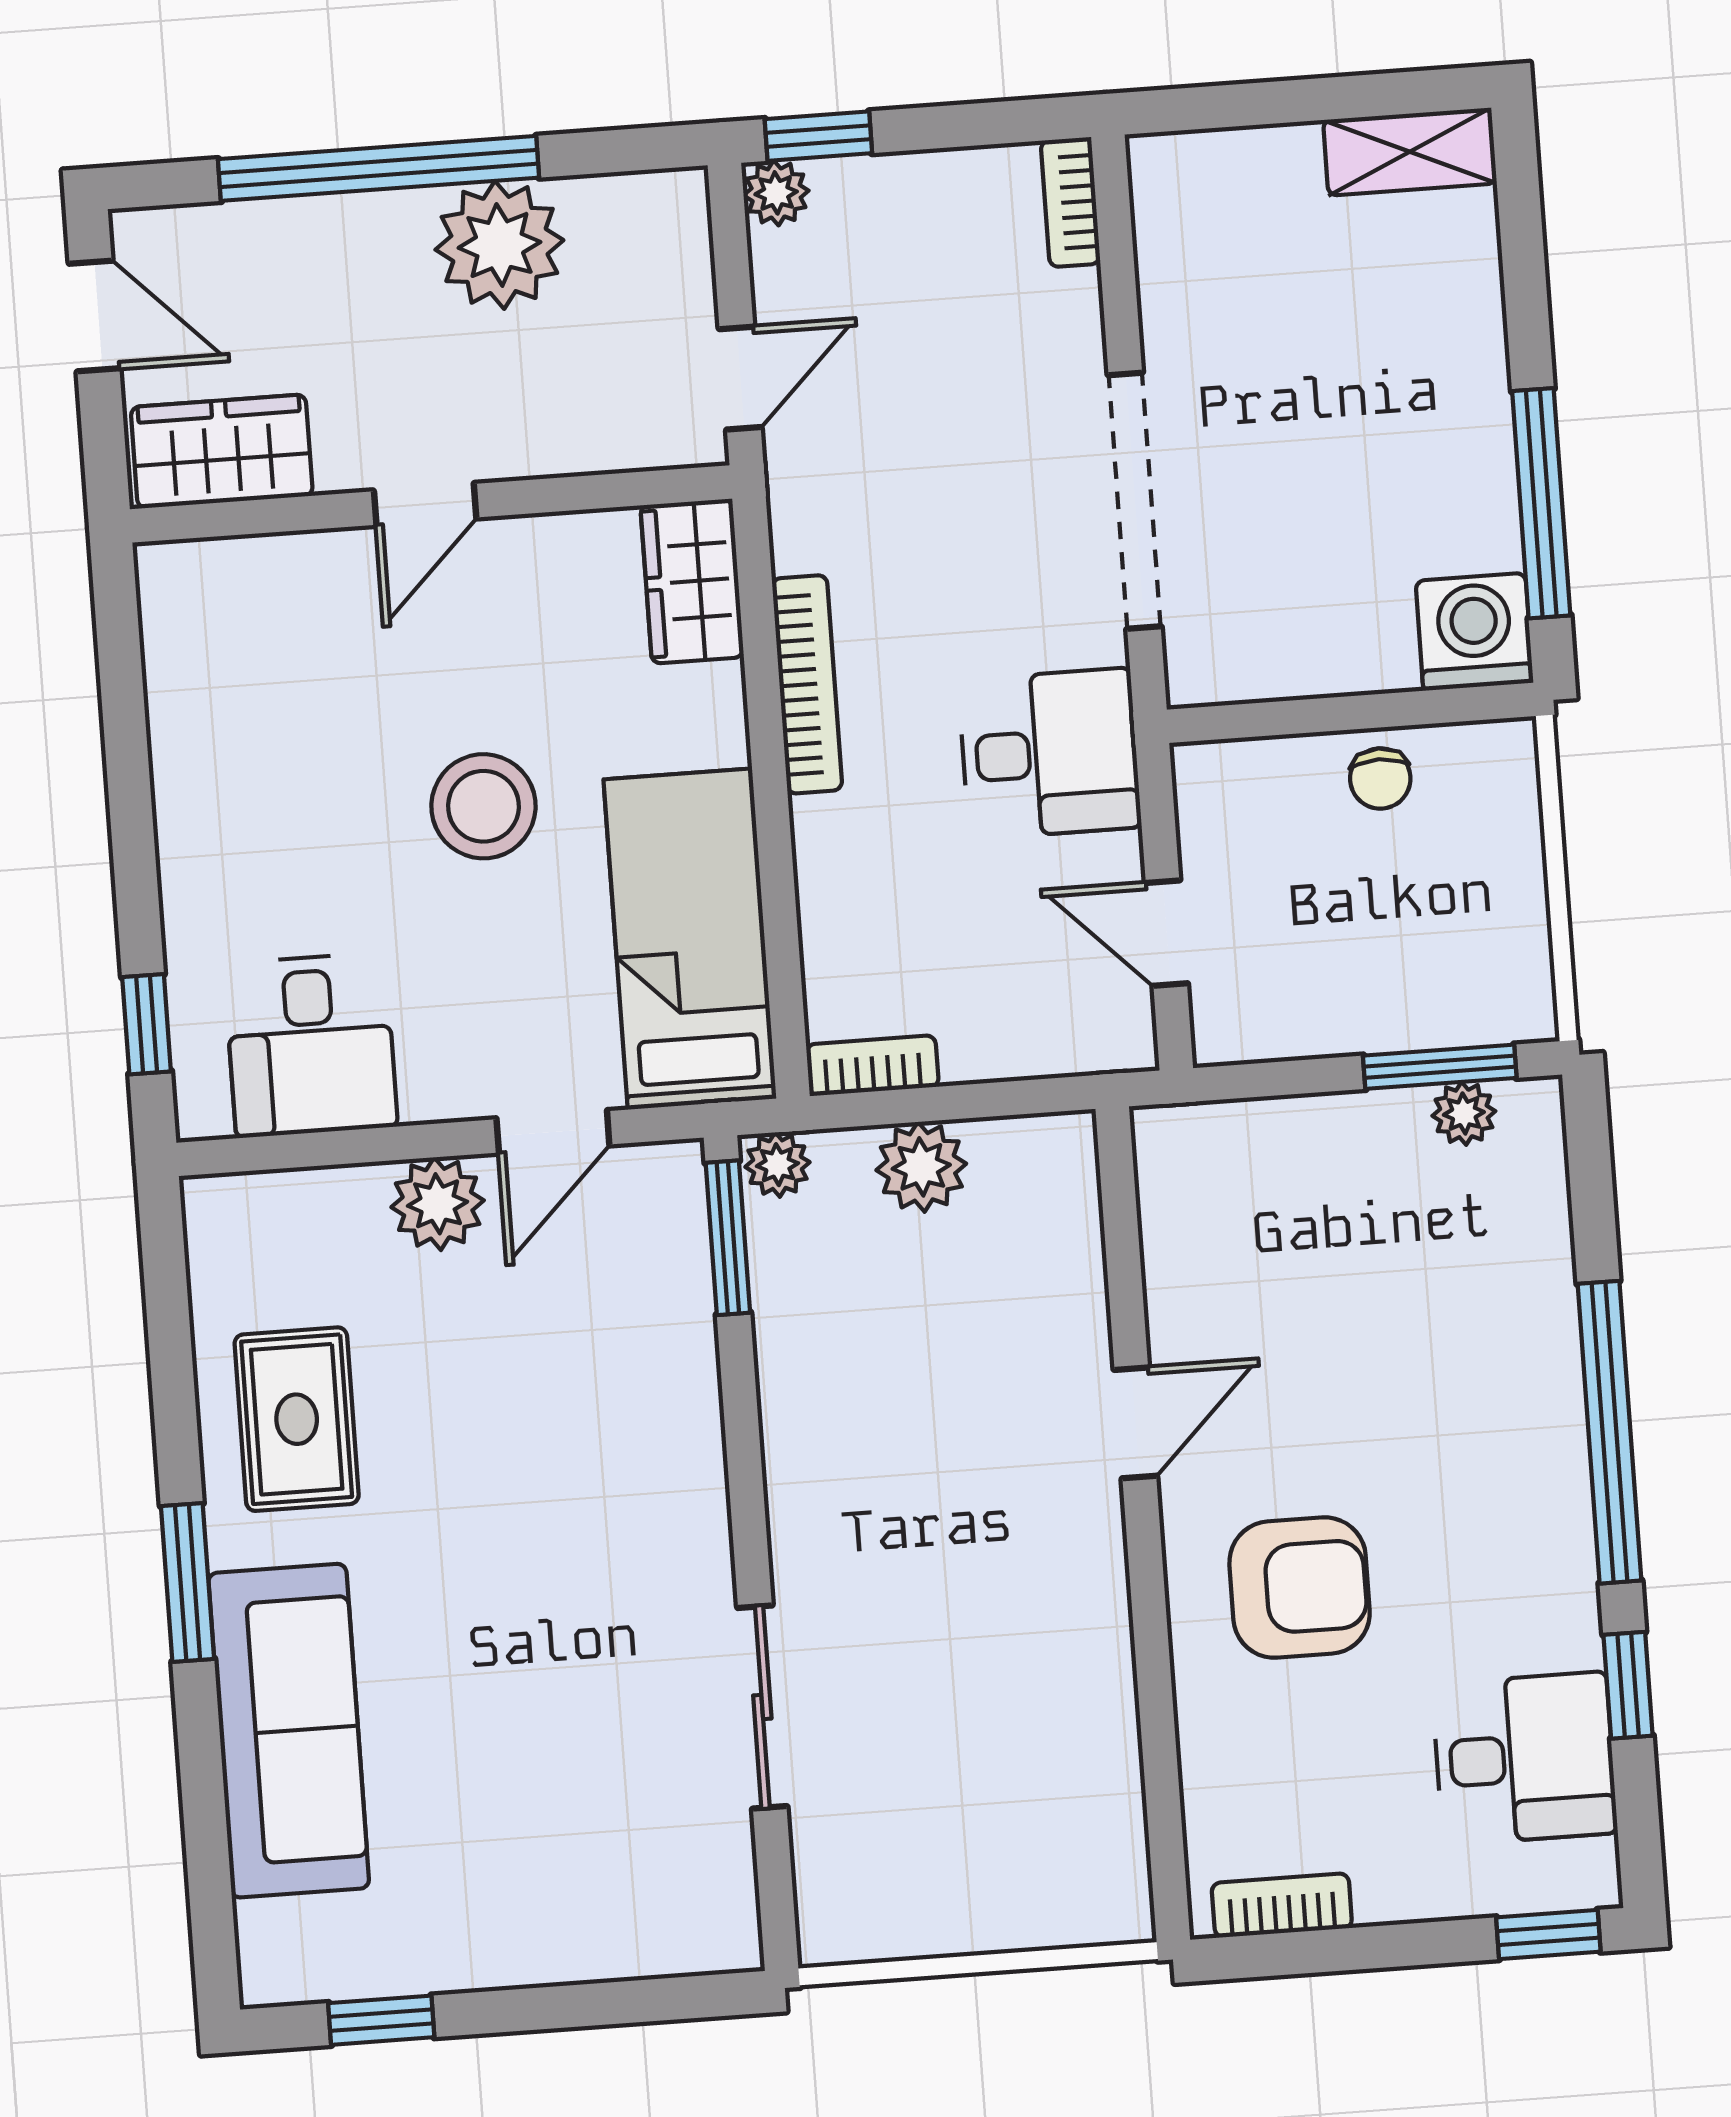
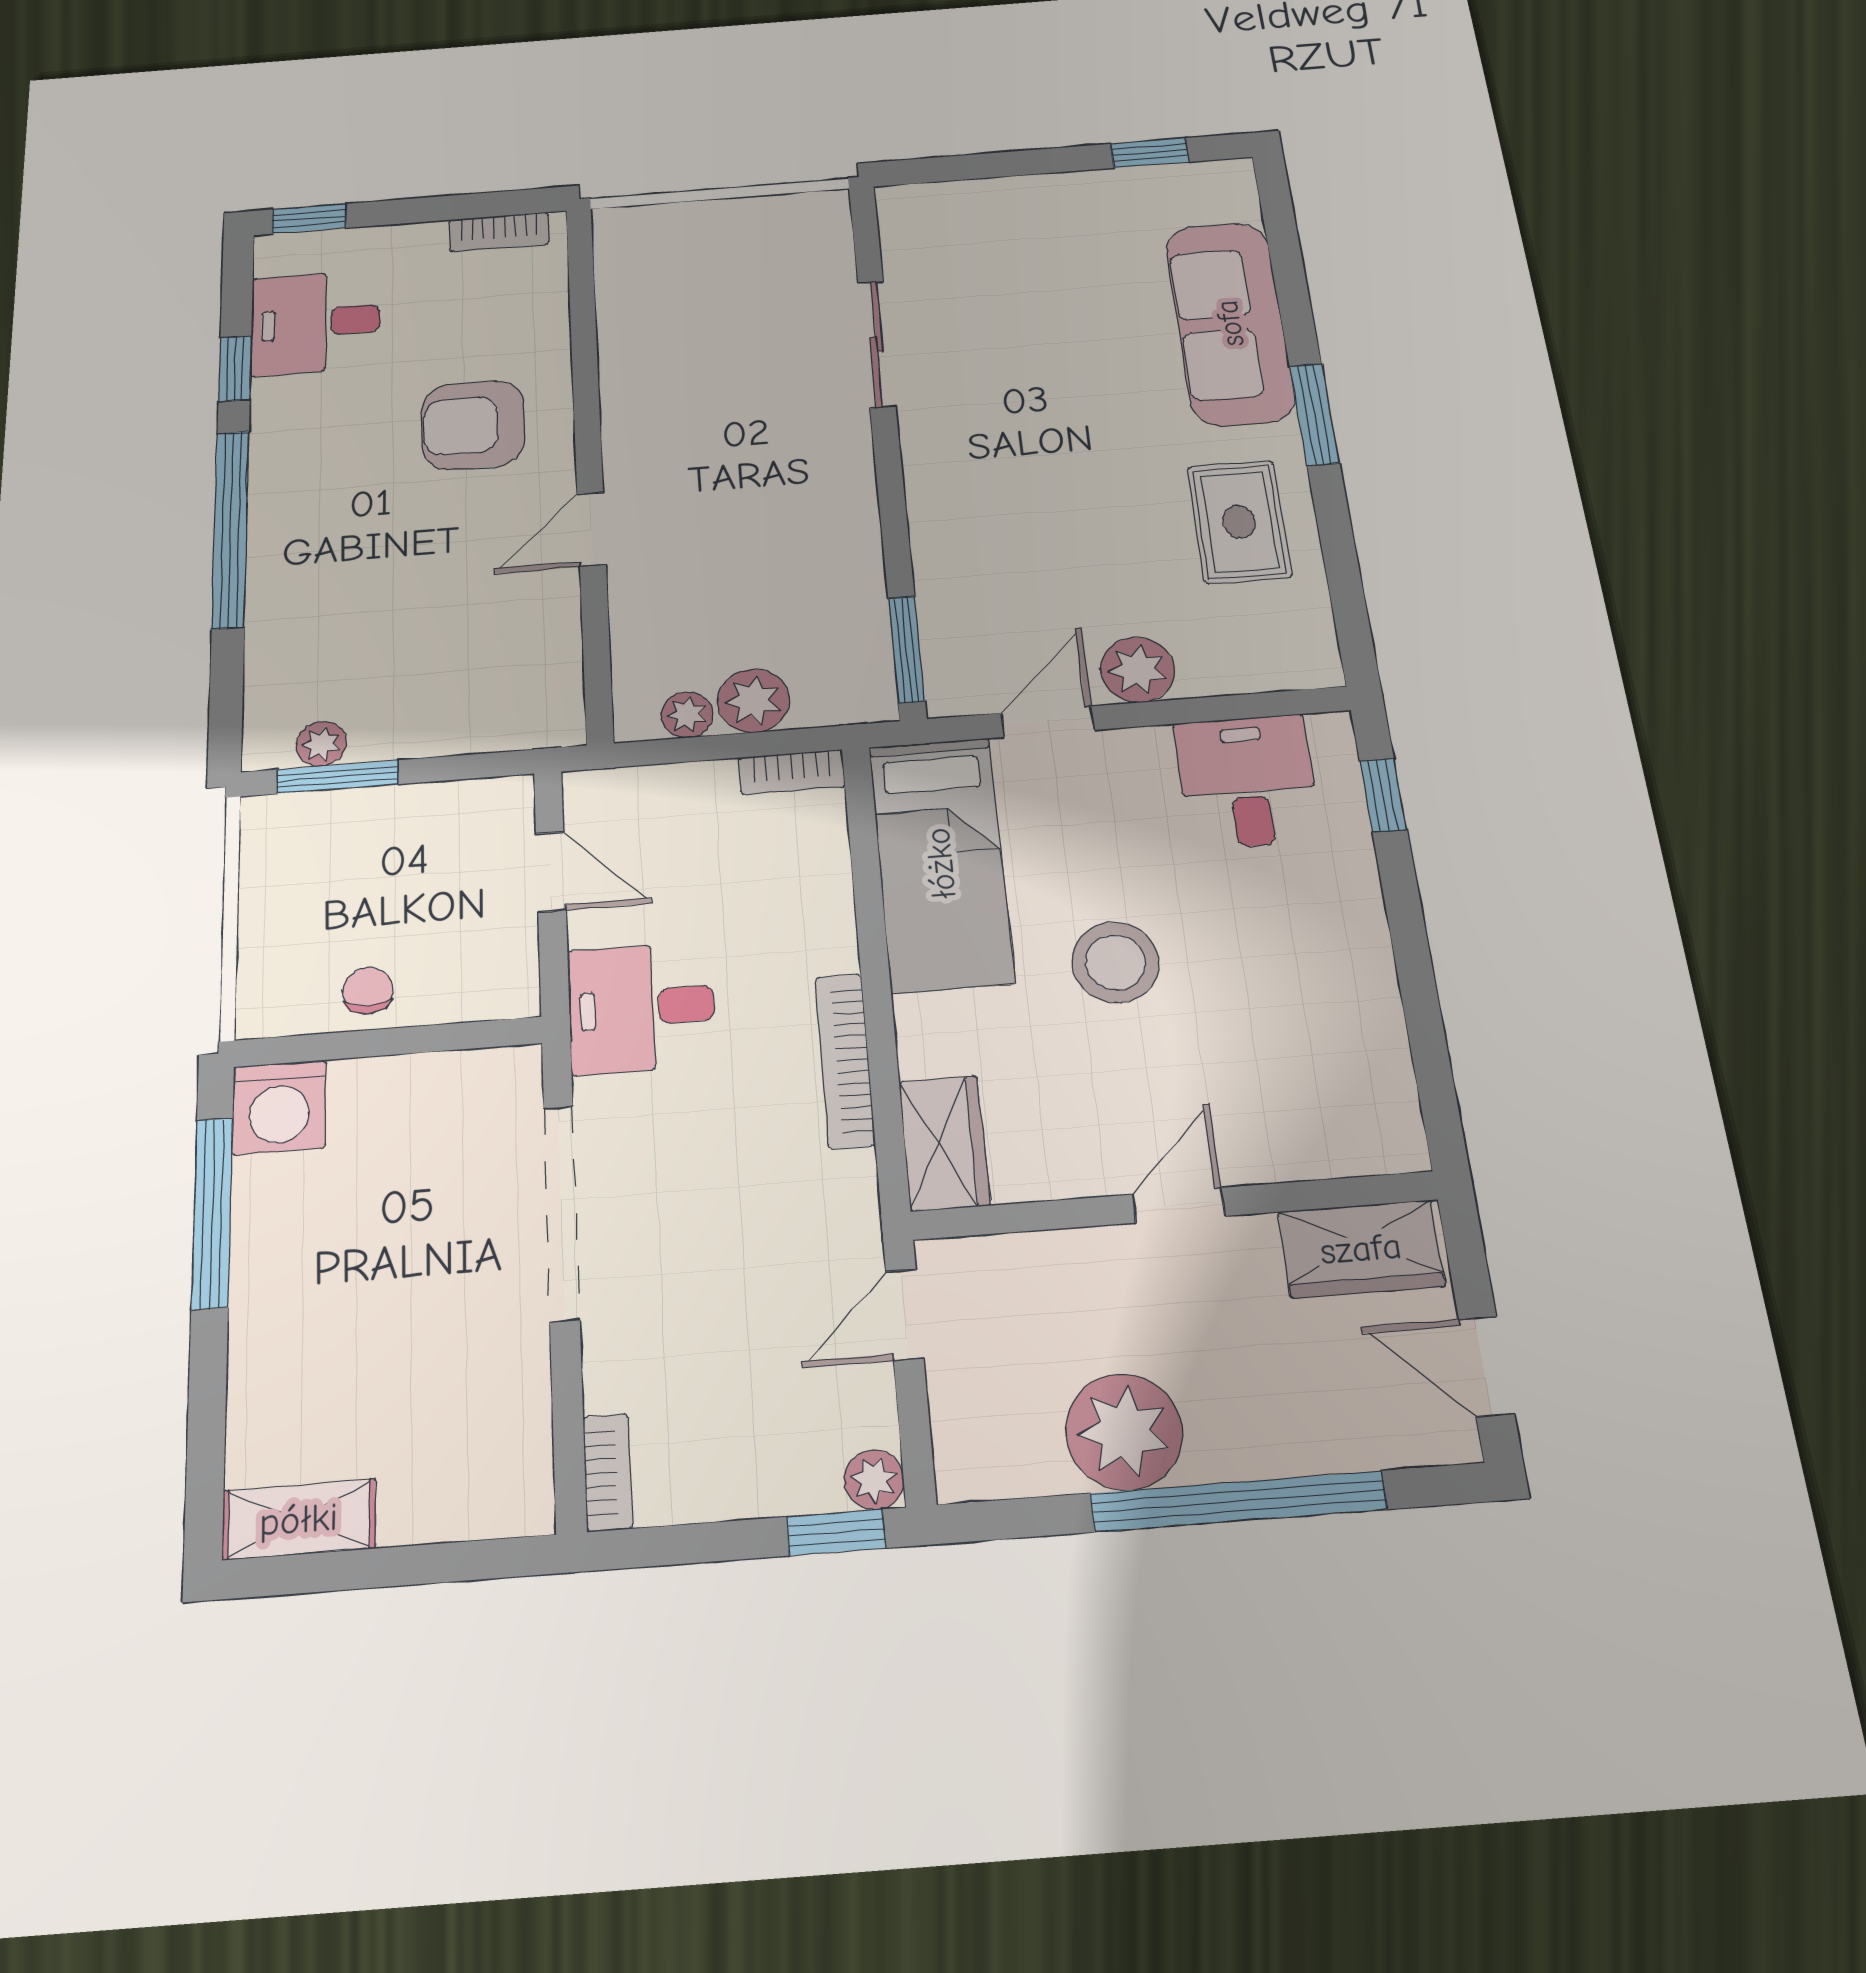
plant: (777, 1165) -> (687, 715), moved

